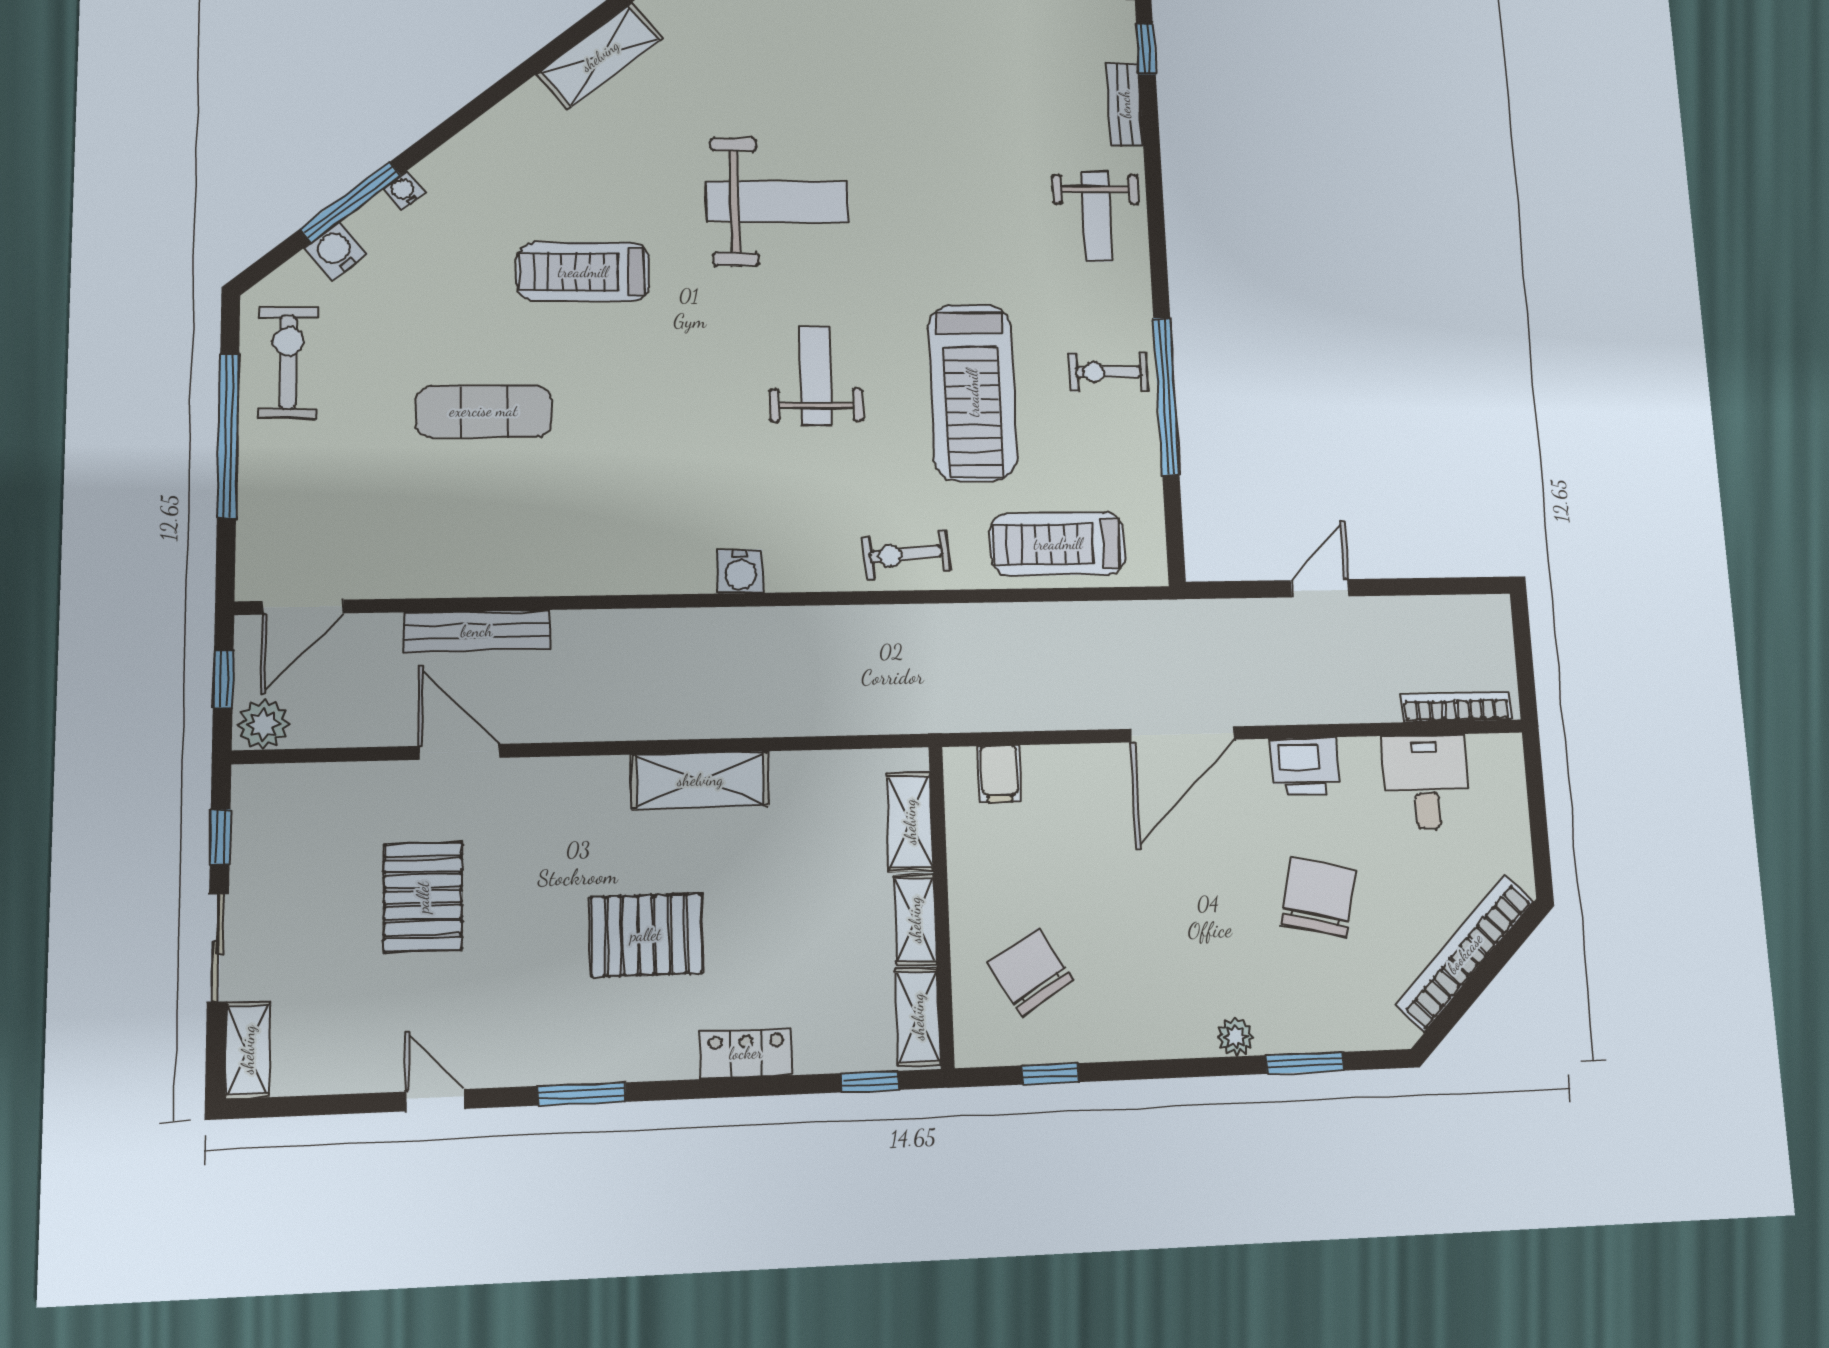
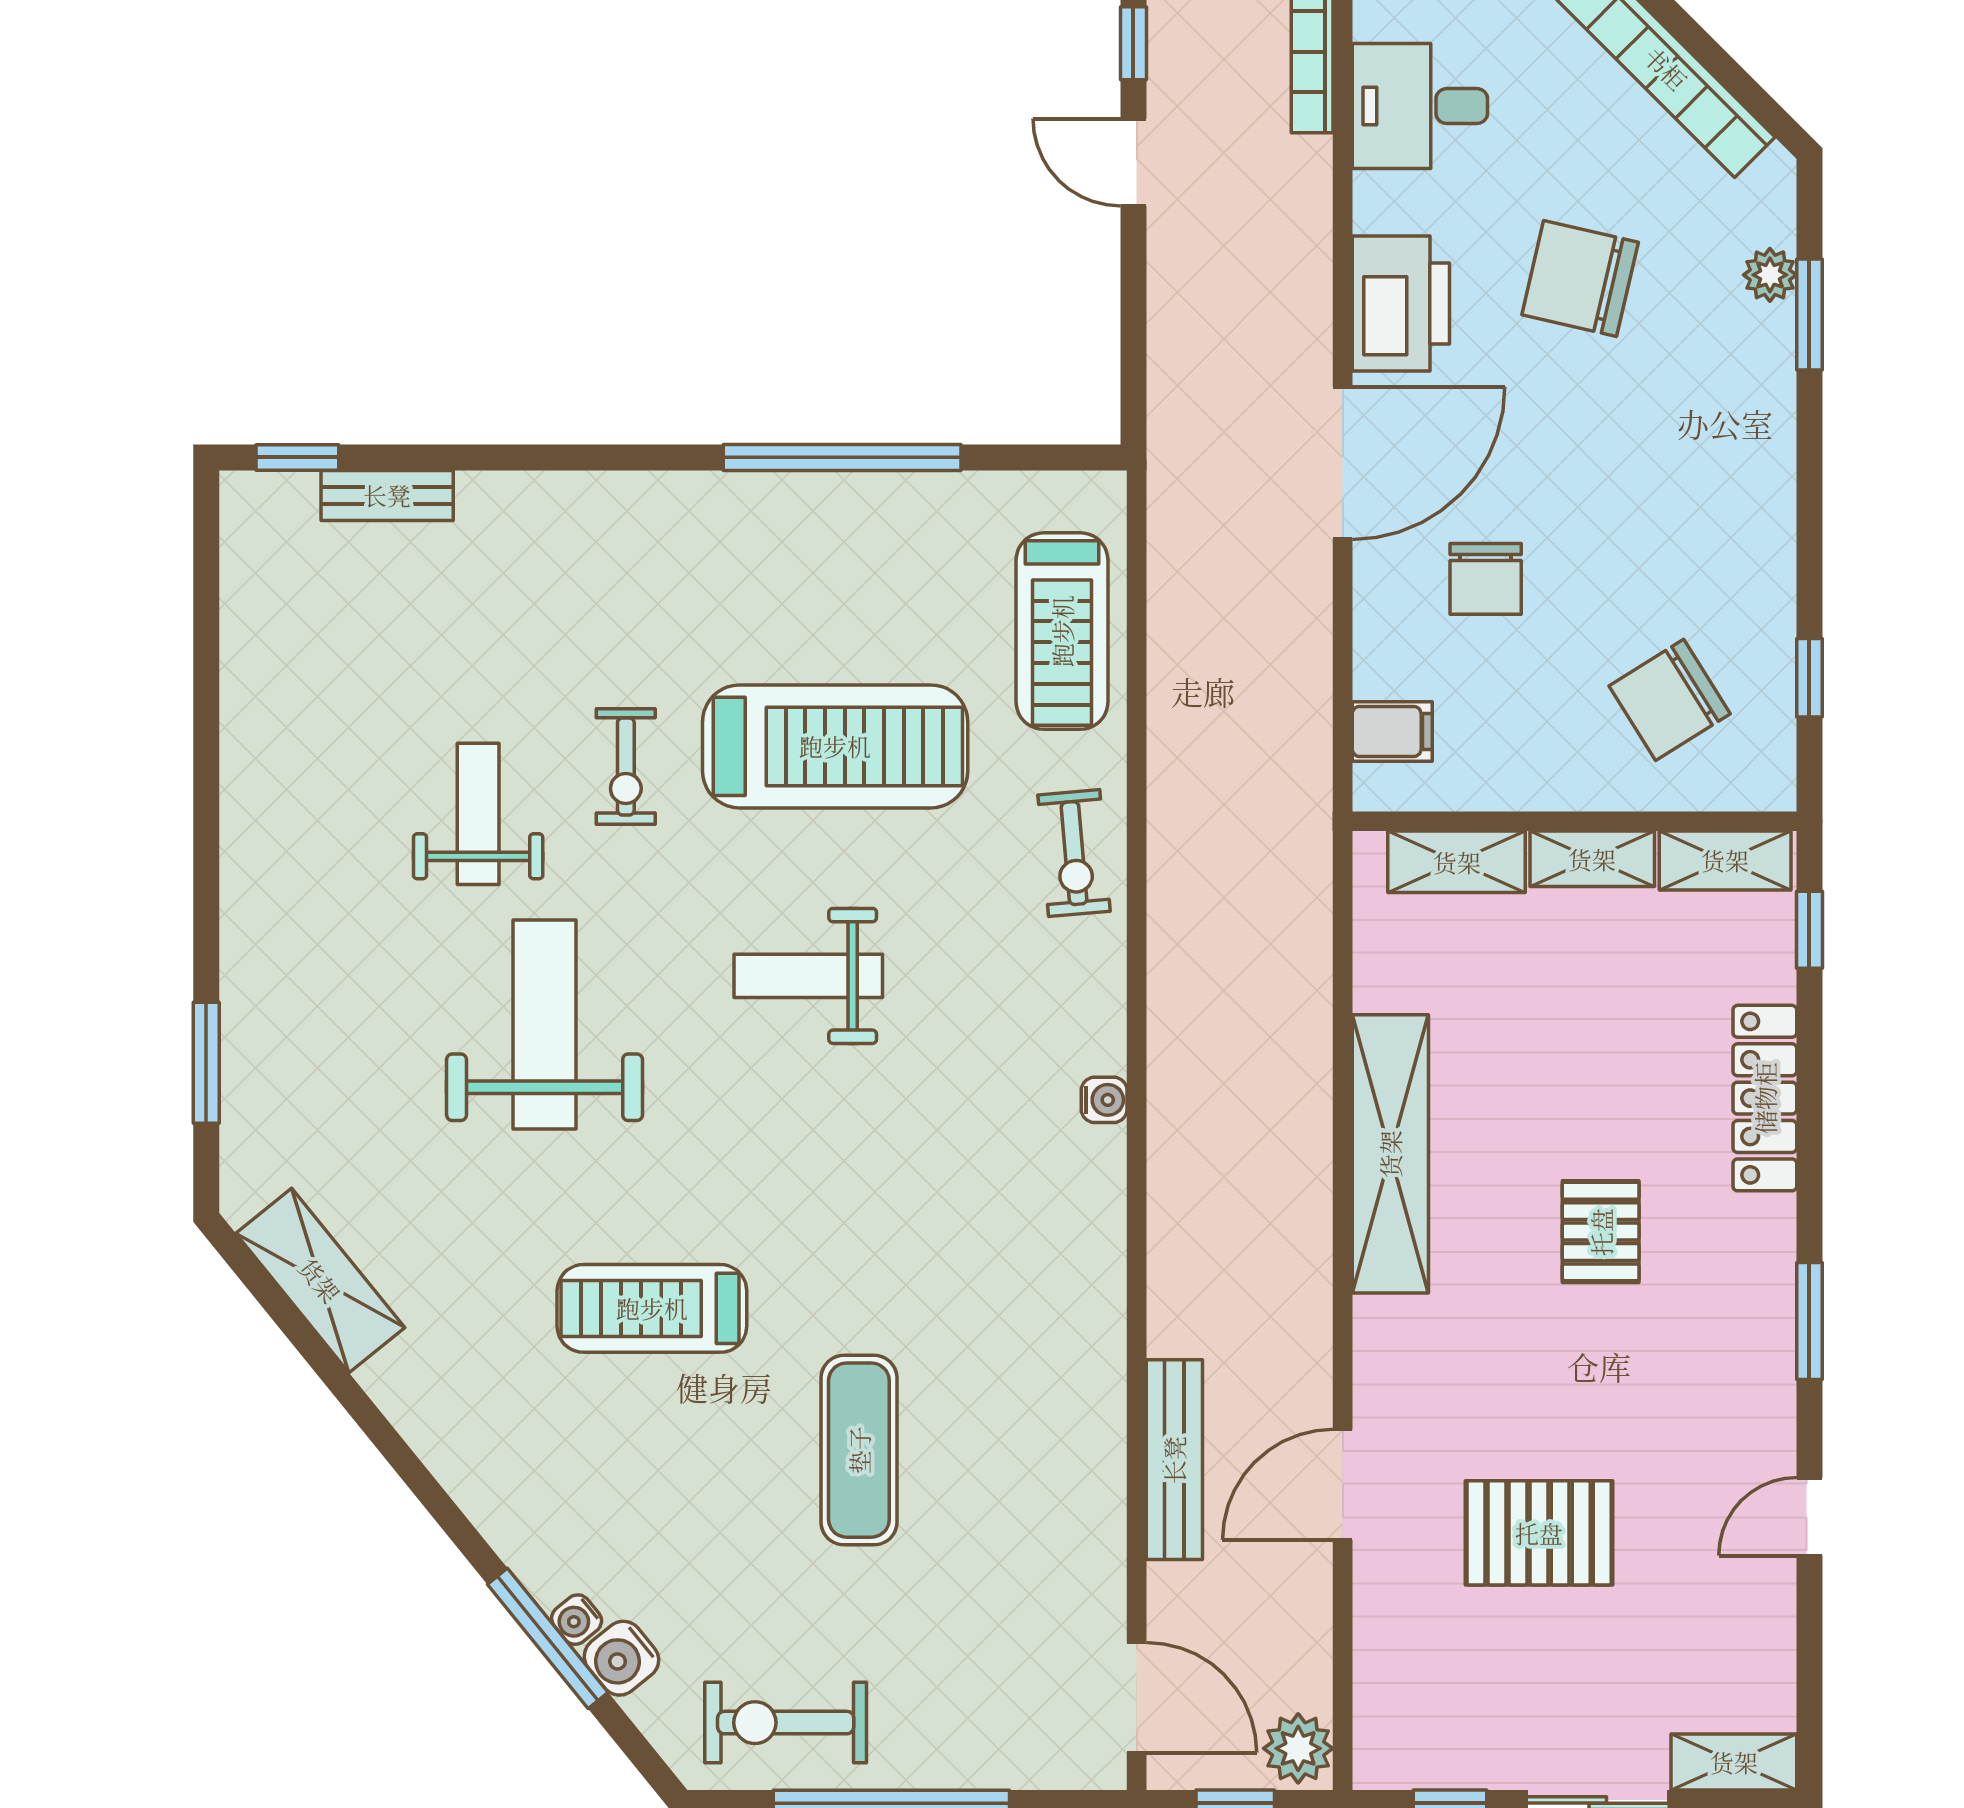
water cooler: (404, 191) -> (577, 1620), moved
weight bench: (1097, 216) -> (478, 814), moved, turned -90
treadmill: (583, 272) -> (652, 1308), turned 90
exercise bike: (1108, 372) -> (626, 766), moved
water cooler: (740, 571) -> (1104, 1100), width x0.72, depth x0.72
window: (1452, 586) -> (1133, 43), added
door: (1320, 588) -> (1133, 162), moved
door: (1182, 734) -> (1343, 463), hinge flipped
printer: (1305, 766) -> (1401, 304), width x1.37, depth x1.19
shelving: (700, 780) -> (1390, 1154), width x1.47
chair: (1108, 837) -> (1486, 579), added
pallet: (646, 935) -> (1601, 1232), width x0.67, depth x0.71
plant: (1236, 1037) -> (1770, 275), moved
locker: (746, 1053) -> (1765, 1098), width x1.53

